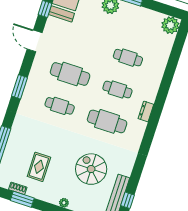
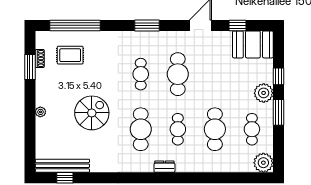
cafe table: (138, 26) -> (252, 129), added
cafe table: (128, 58) -> (215, 129), width x1.37, depth x1.35
rug: (39, 167) -> (70, 55), moved
spiral stairs: (91, 169) -> (92, 113), moved

